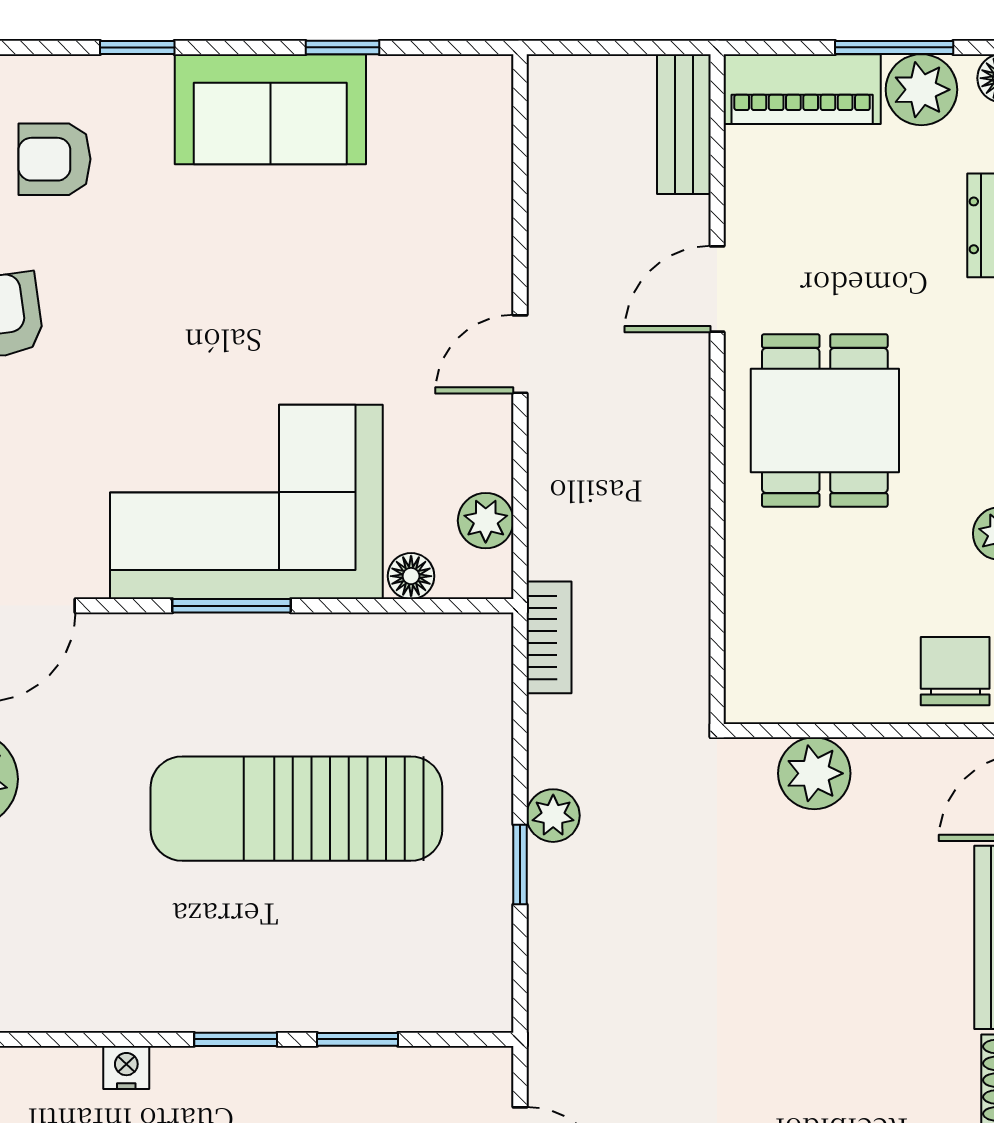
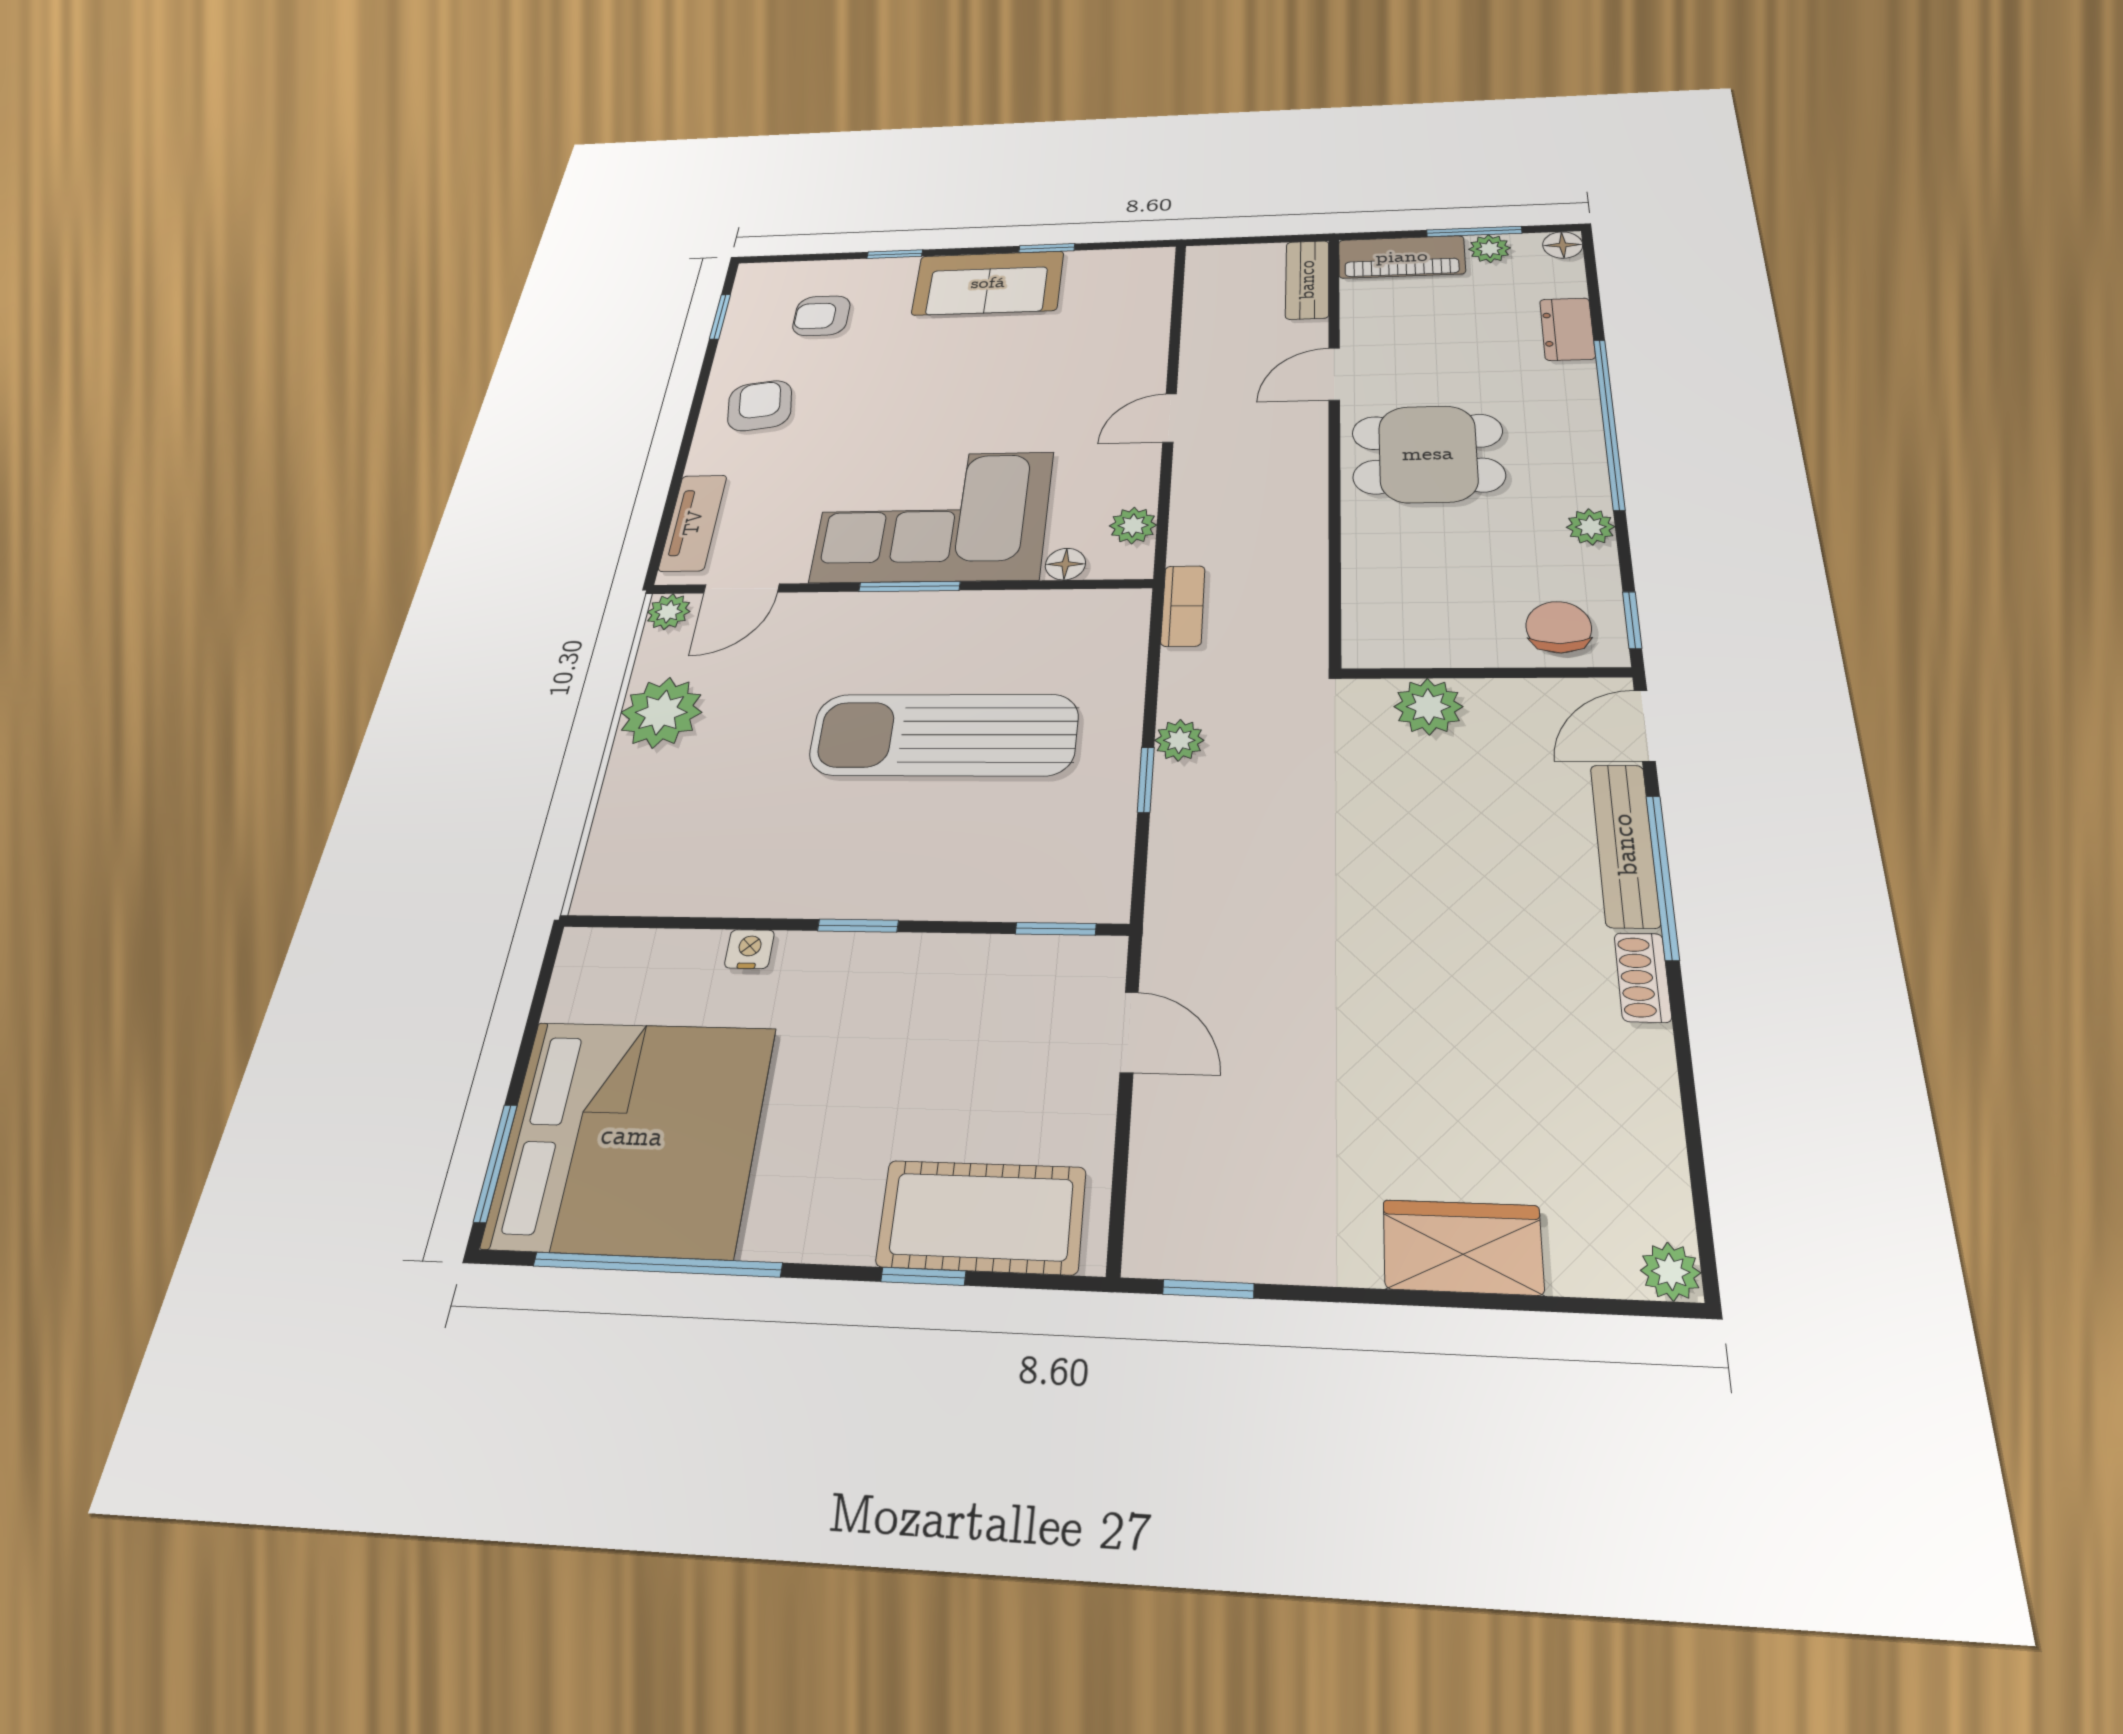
plant: (921, 90) -> (1490, 249), width x0.73, depth x0.73
dining table: (825, 420) -> (1428, 454), turned 90
window: (358, 1039) -> (1056, 929), moved

